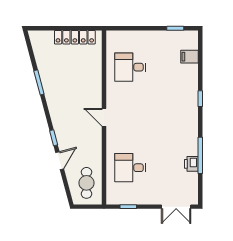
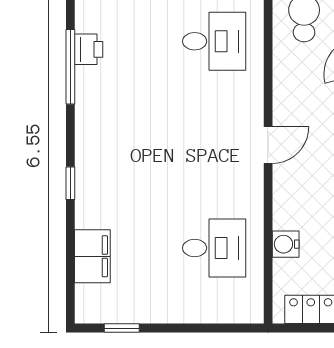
filing cabinet: (189, 57) -> (92, 256), width x2.00
water cooler: (95, 69) -> (286, 244), added
door: (104, 117) -> (268, 145), hinge flipped

